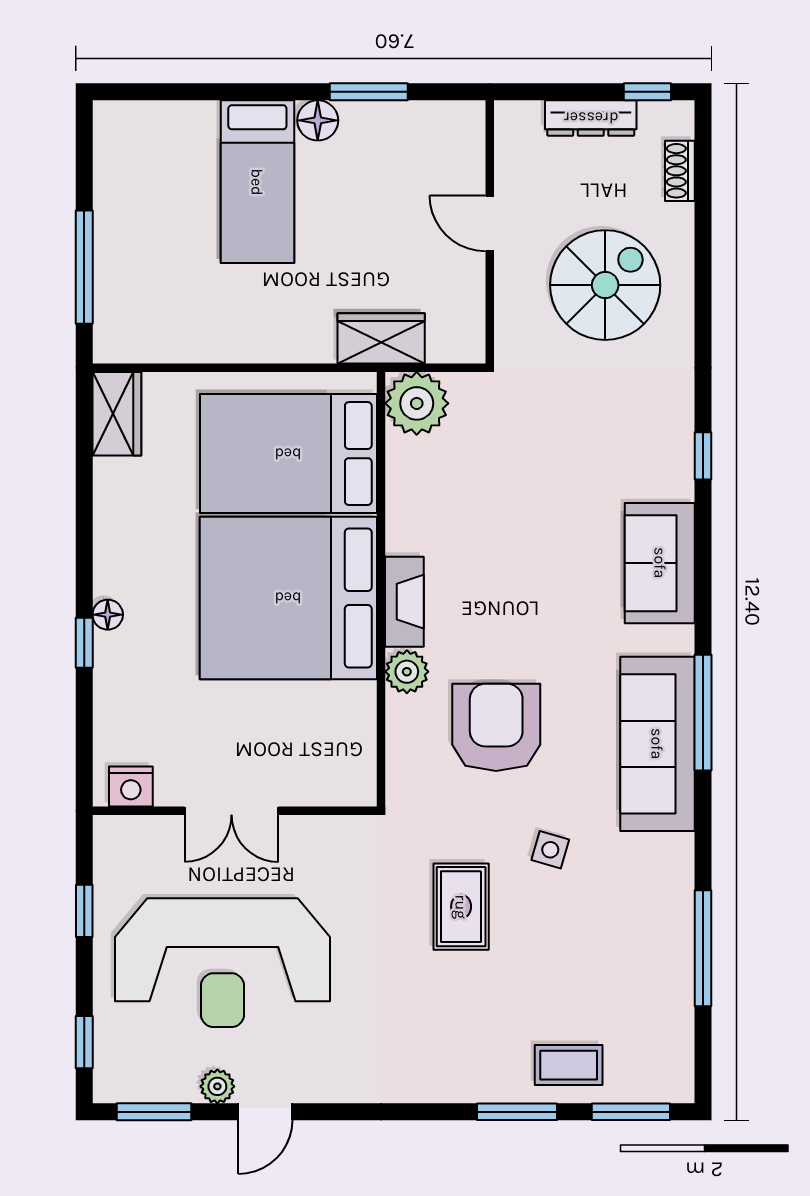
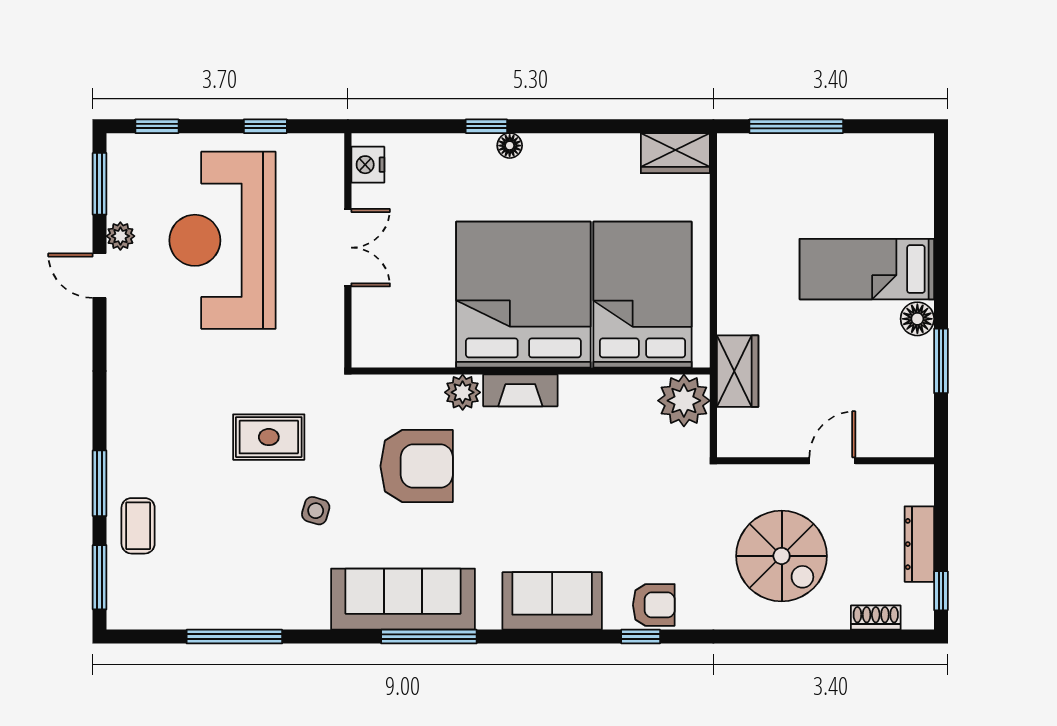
armchair: (665, 440) -> (654, 605), added
double door: (231, 811) -> (348, 248), swing flipped

